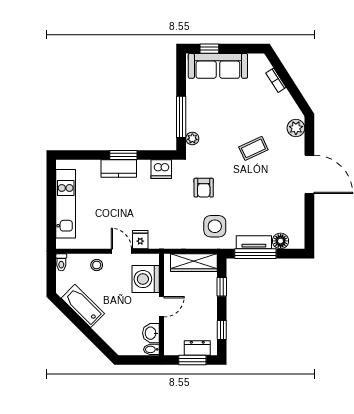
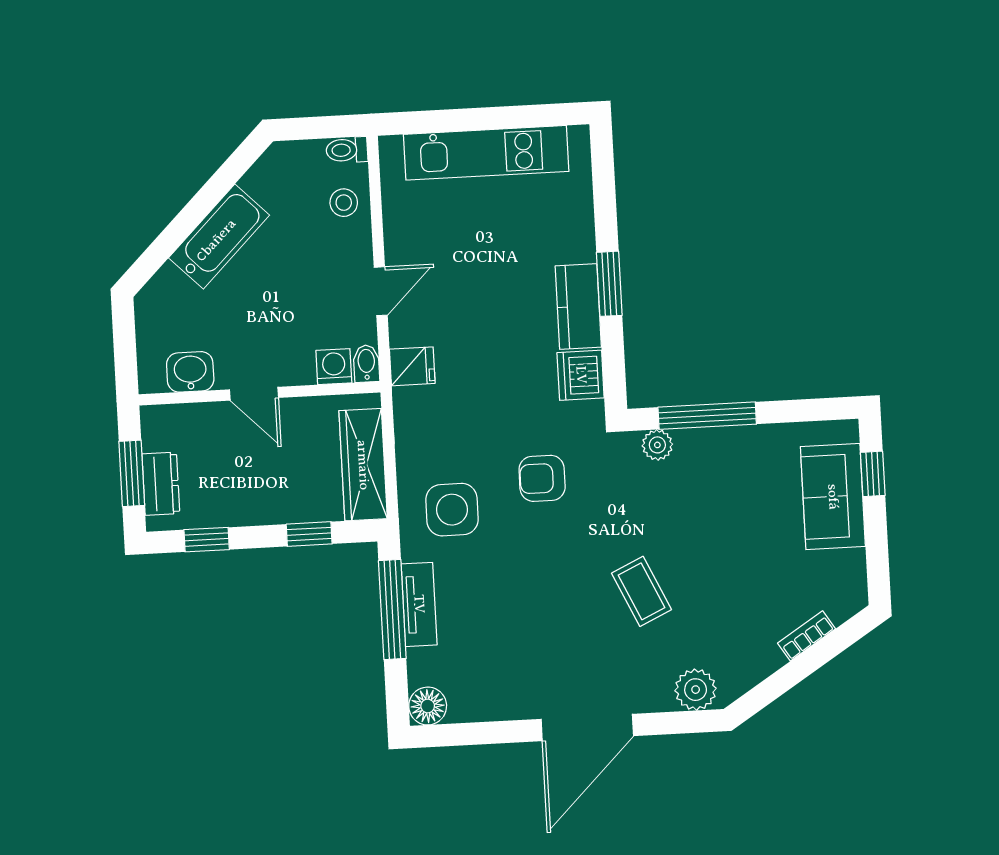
sofa: (218, 66) -> (833, 497), width x0.73
kitchen counter: (119, 169) -> (578, 306), moved
fridge: (140, 240) -> (412, 366), moved
floor lamp: (281, 241) -> (428, 706), moved
stool: (97, 265) -> (344, 203), moved
washing machine: (146, 279) -> (334, 367), width x0.53, depth x0.53
bathtub: (83, 306) -> (219, 237), moved
bidet: (151, 349) -> (366, 363), moved

